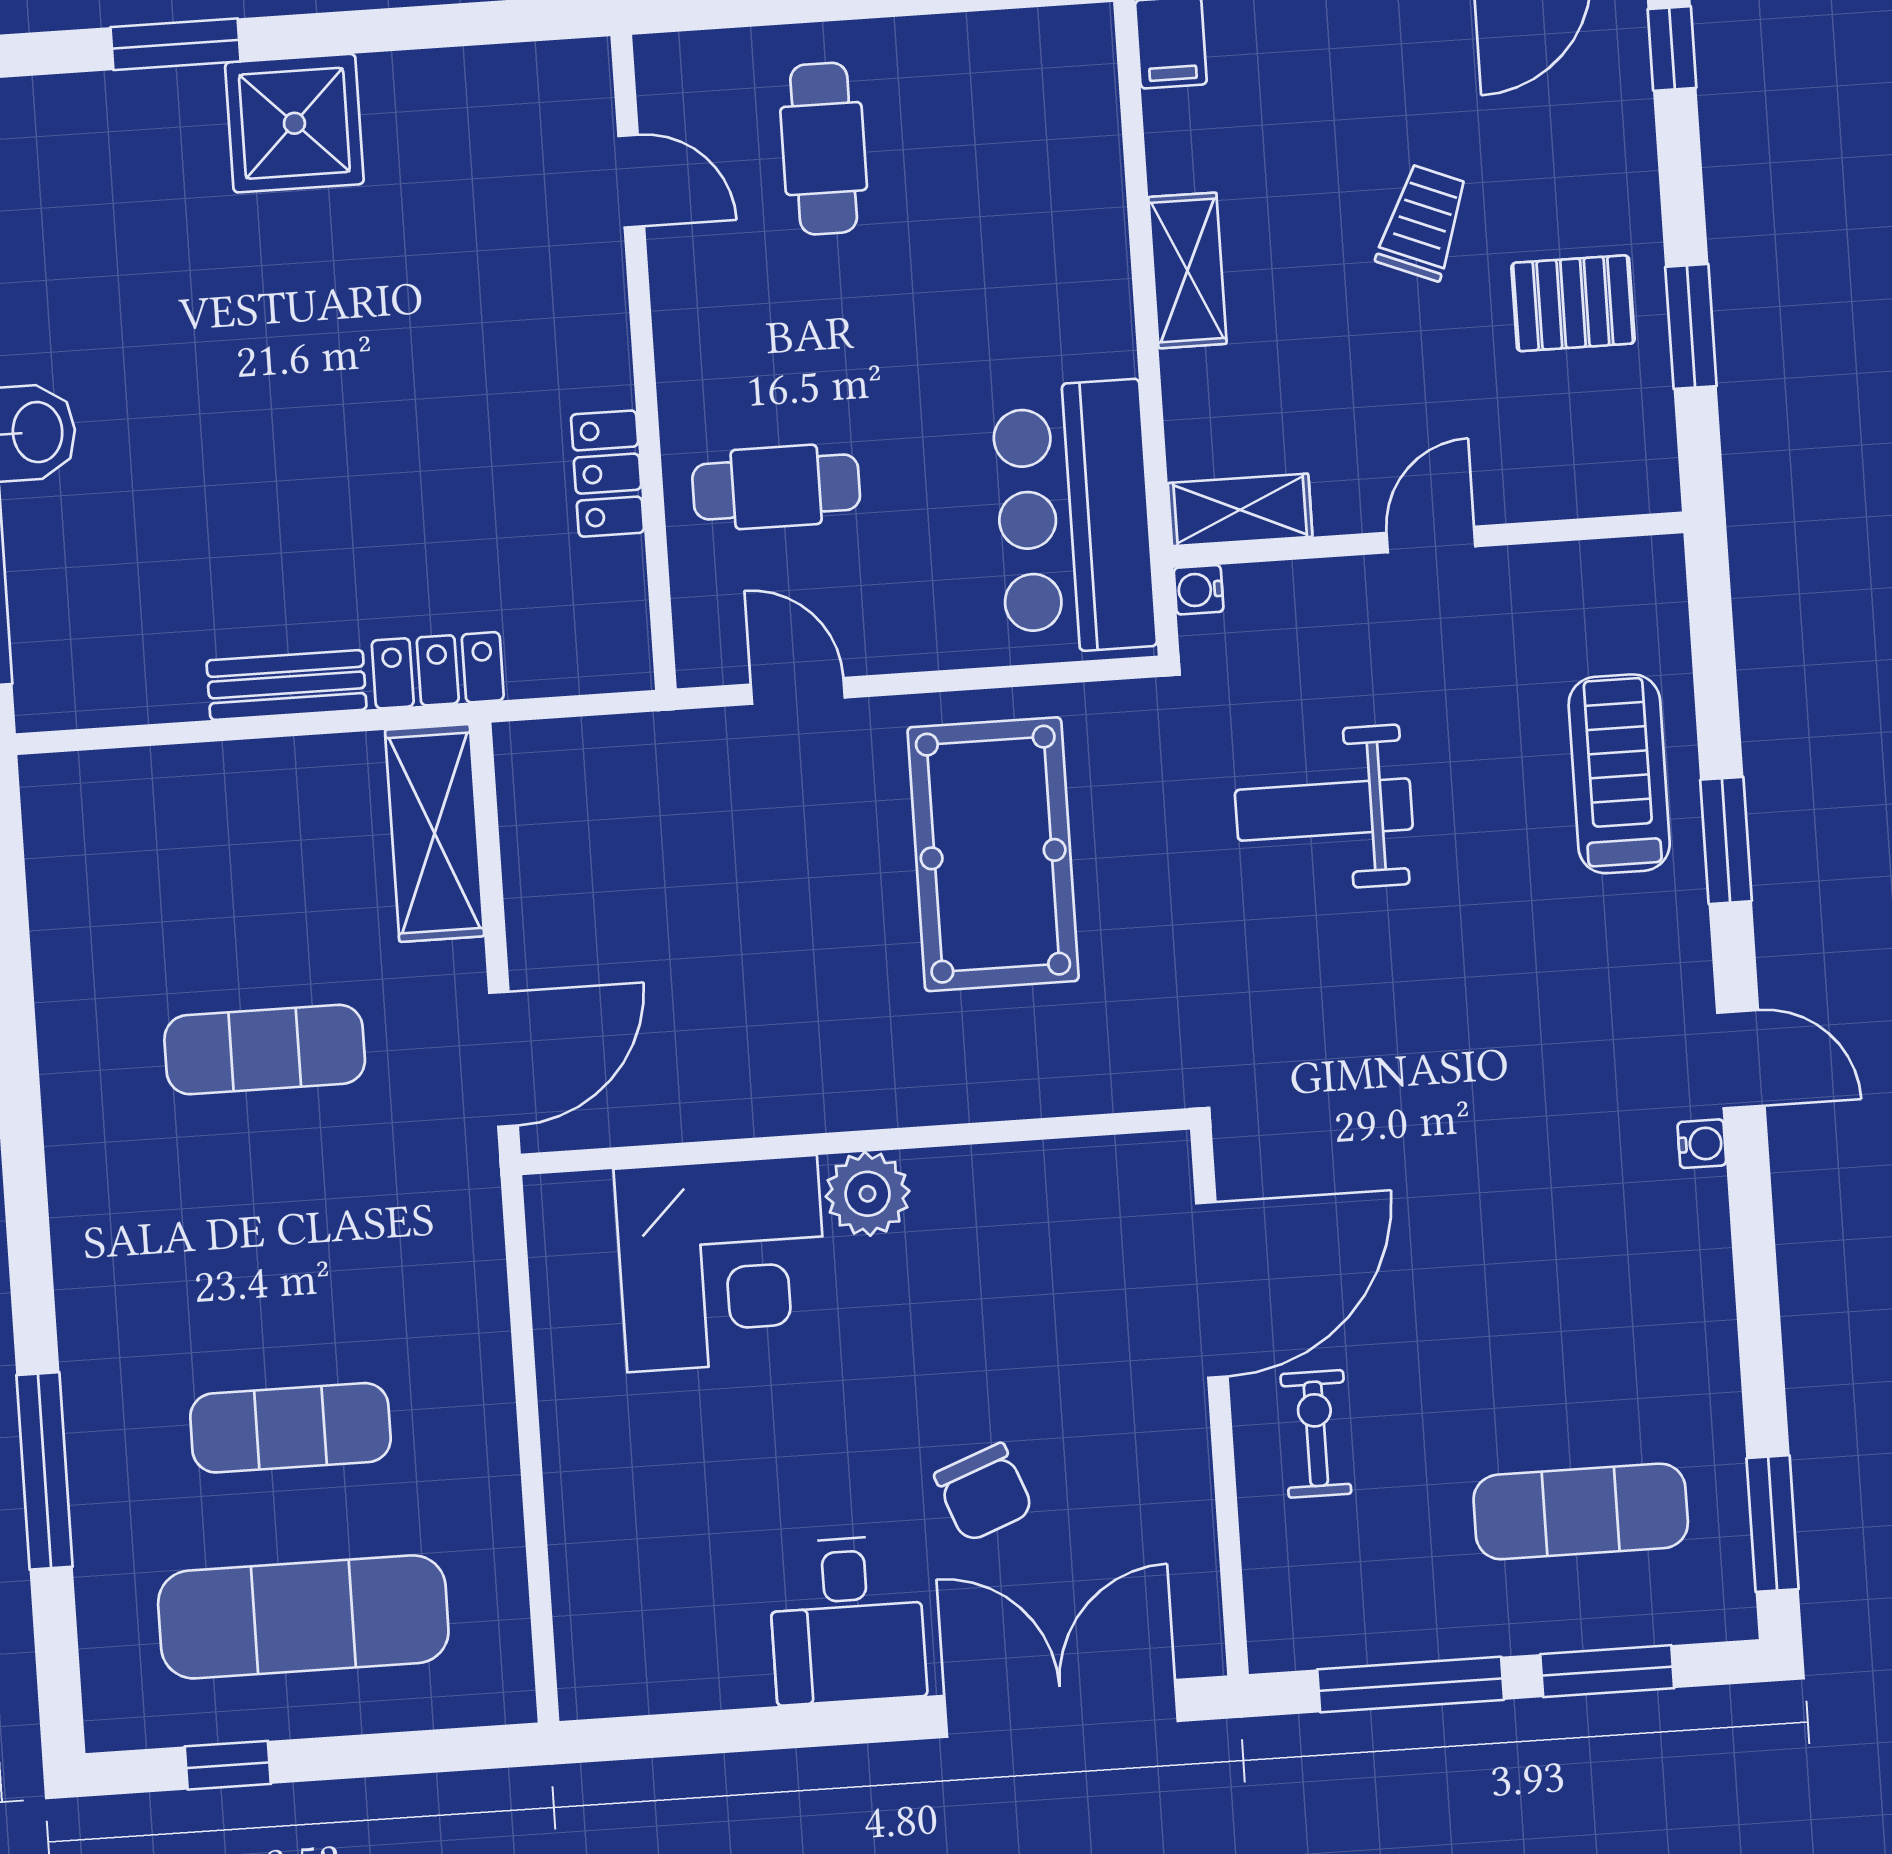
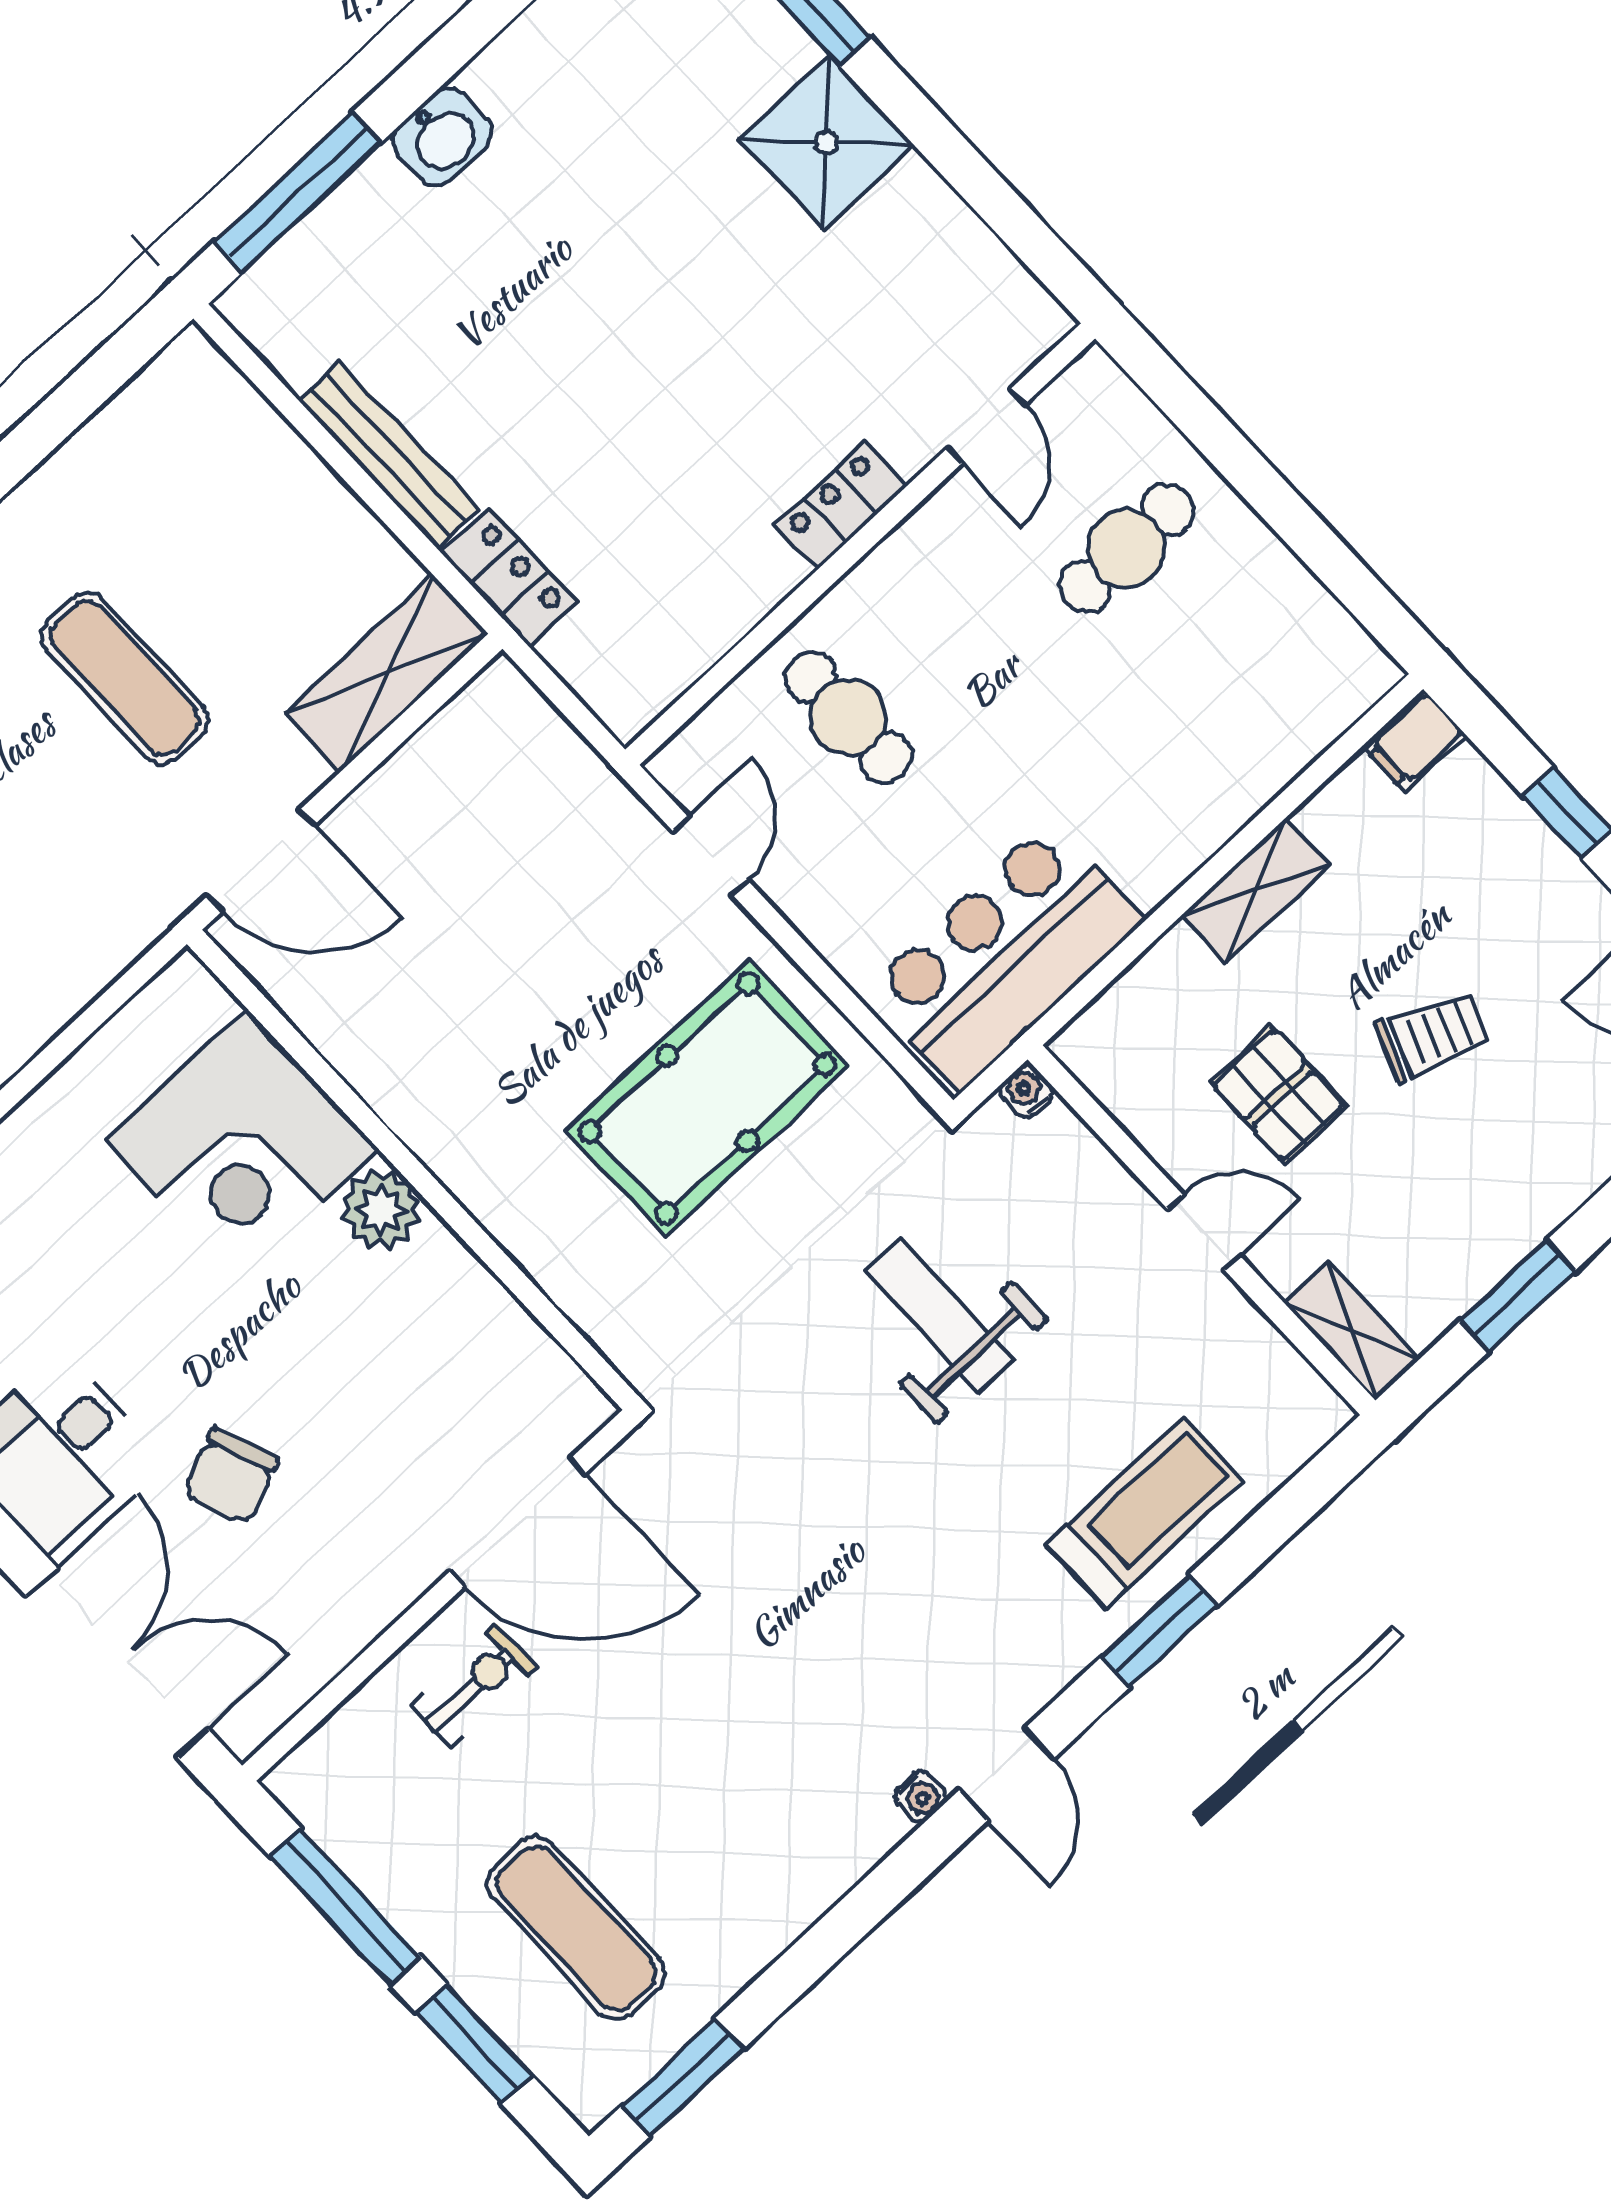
pallet: (1573, 303) -> (1279, 1095), moved
locker: (607, 474) -> (841, 506), moved
shelving: (1240, 510) -> (1351, 1331), moved
bench: (287, 685) -> (388, 455), width x1.36

